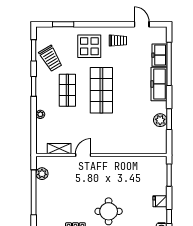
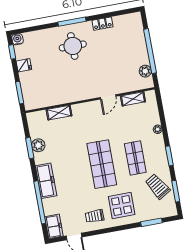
freezer: (159, 55) -> (54, 226), moved
shelving: (134, 148) -> (59, 113), added

